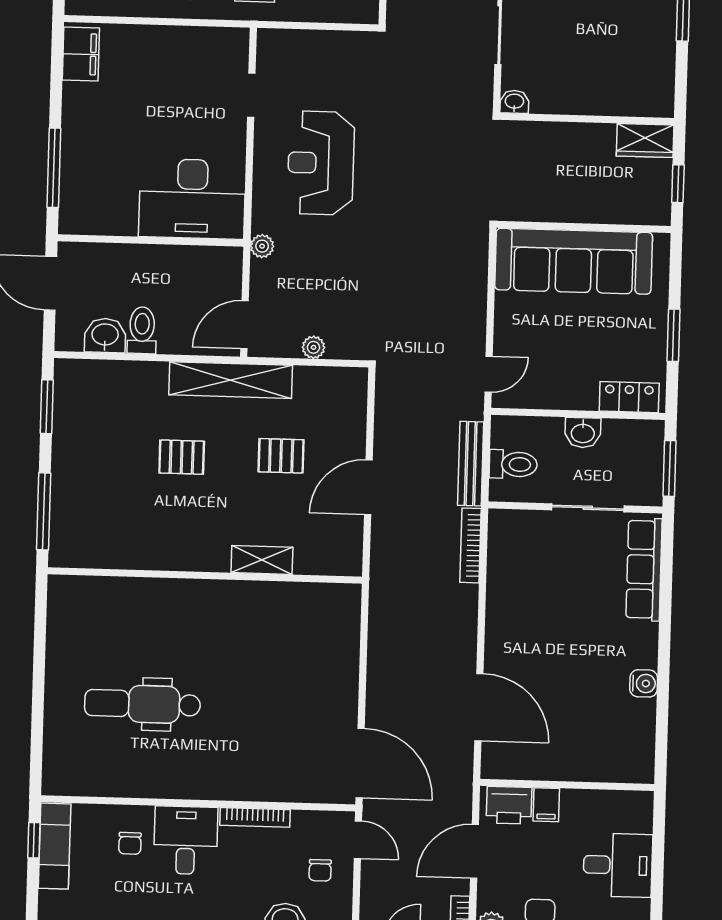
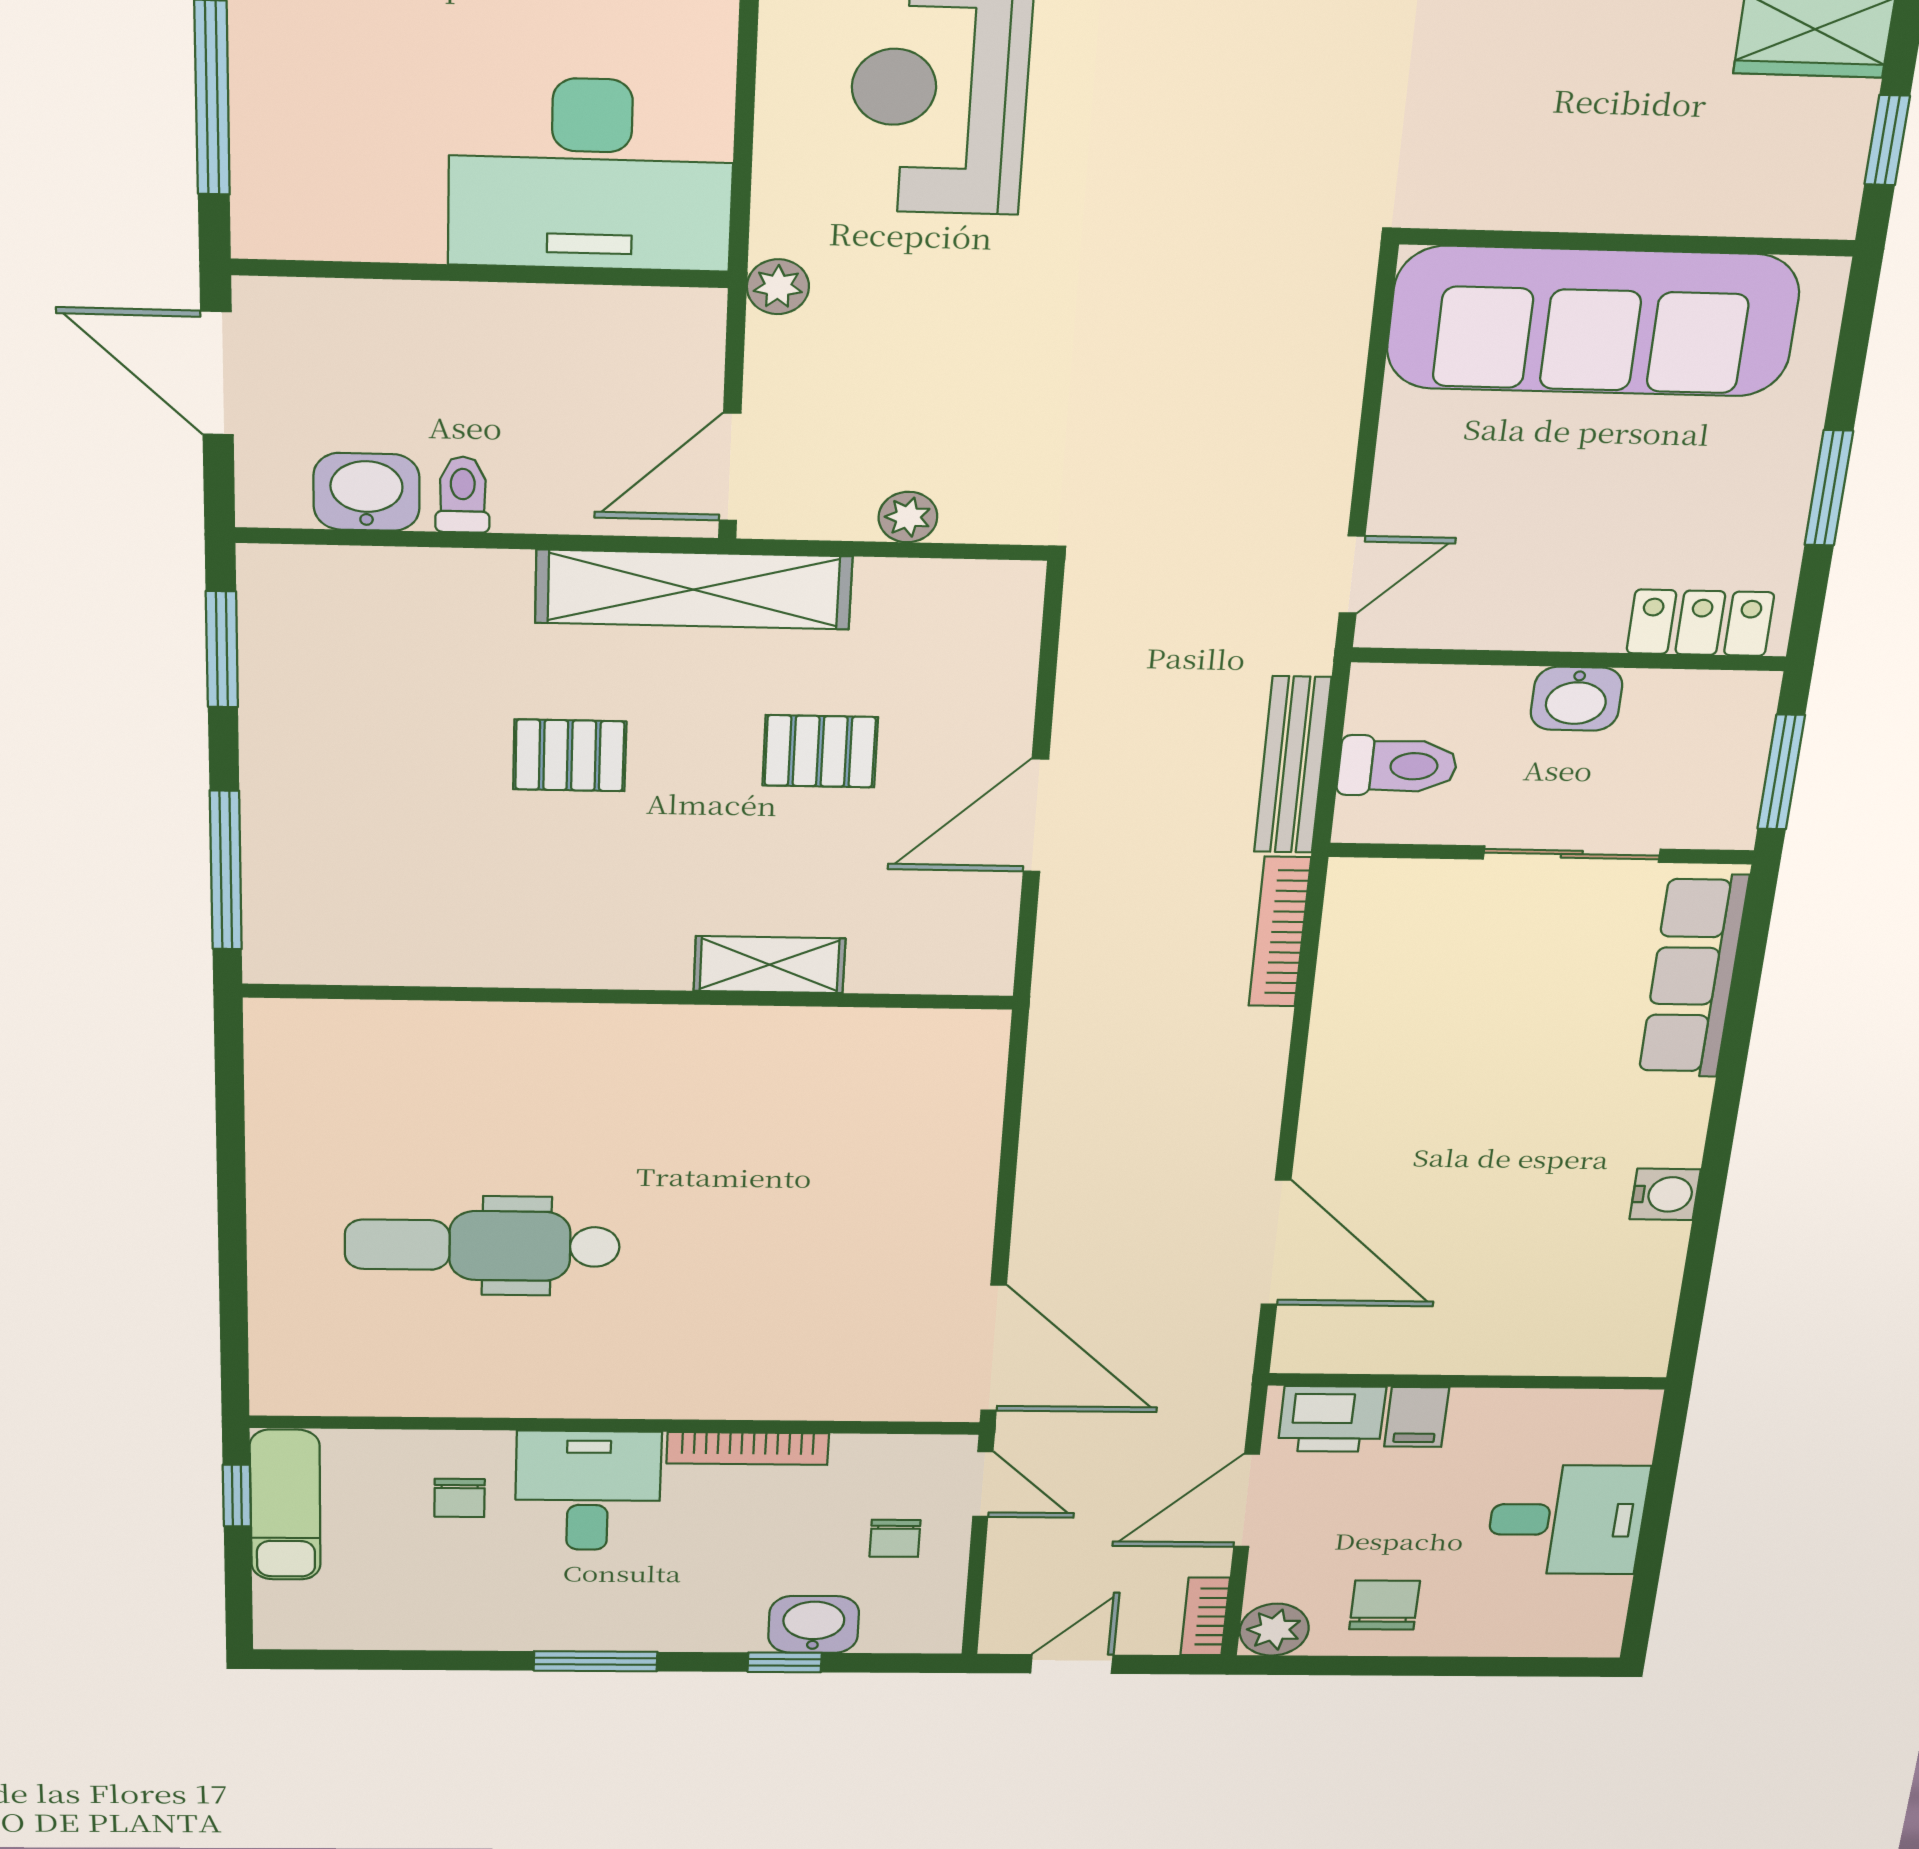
toilet: (142, 330) -> (463, 495), width x0.73, depth x0.72

